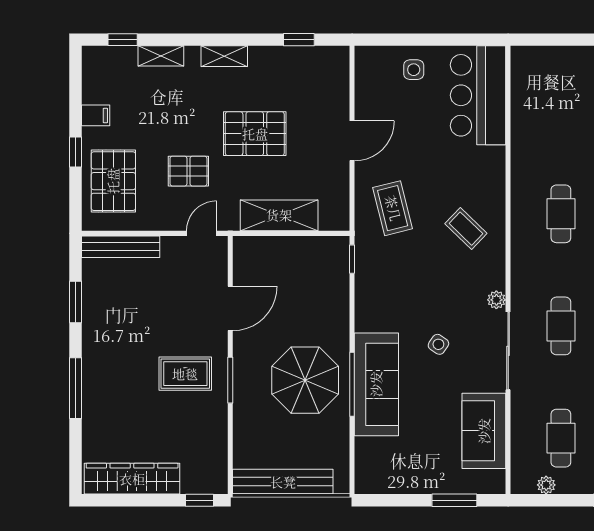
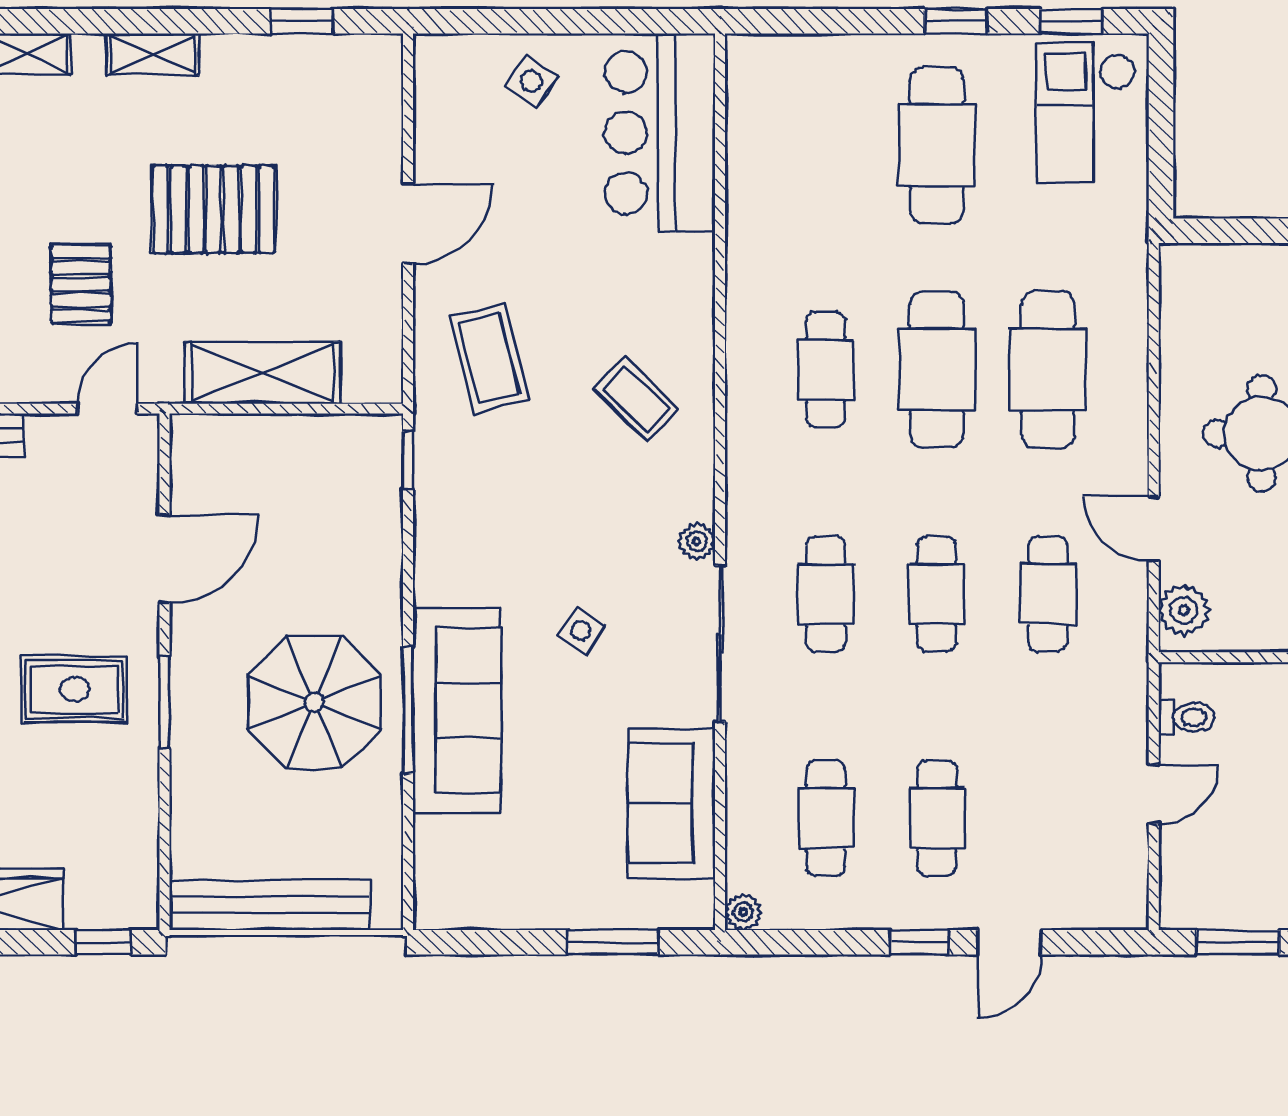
side table: (414, 70) -> (531, 81), turned 35
pallet: (188, 171) -> (81, 284), turned 90
plant: (546, 485) -> (743, 912), moved

